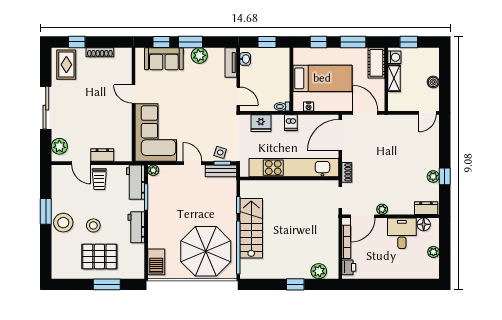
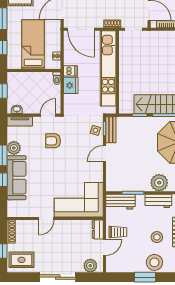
sofa: (164, 59) -> (17, 178), width x1.36
door: (134, 94) -> (46, 219), moved
armchair: (208, 102) -> (53, 141), added
wall: (134, 104) -> (55, 219), moved
fridge: (261, 123) -> (71, 85), moved
corner sofa: (156, 133) -> (79, 200), moved
plant: (153, 170) -> (159, 183), moved, width x1.87, depth x1.87

